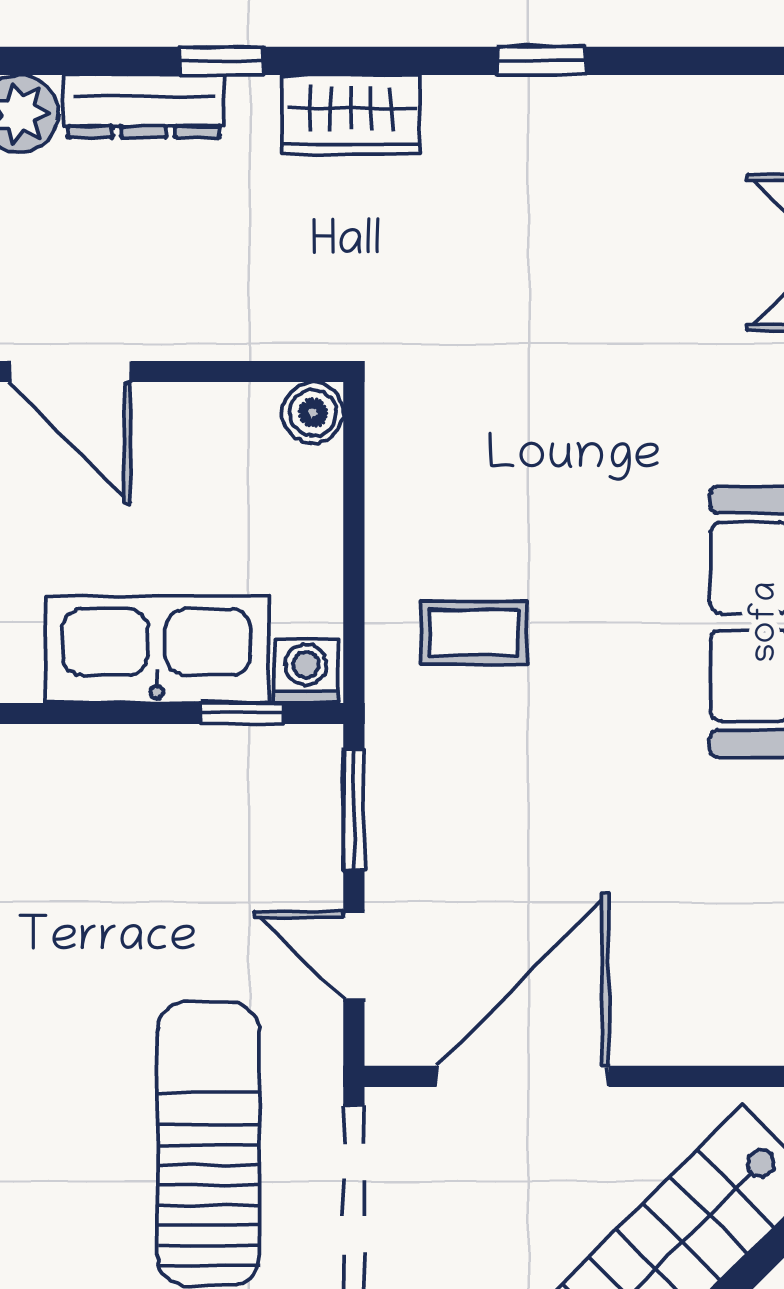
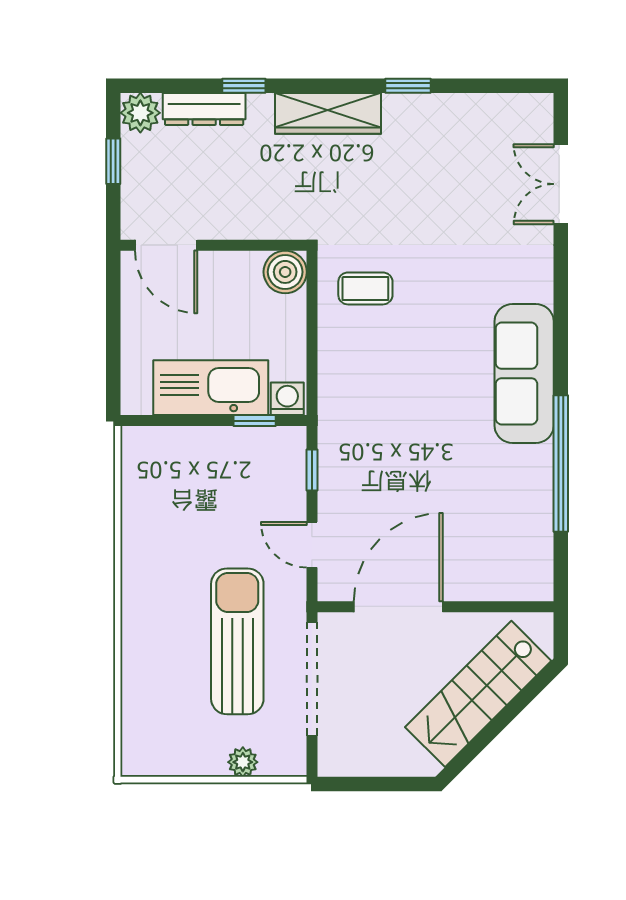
wardrobe: (351, 115) -> (328, 113), width x1.50
boiler: (313, 413) -> (285, 272), width x1.36, depth x1.36
coffee table: (474, 633) -> (365, 288), moved
window: (354, 810) -> (312, 470), width x0.67

